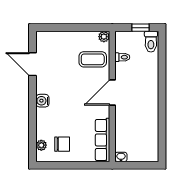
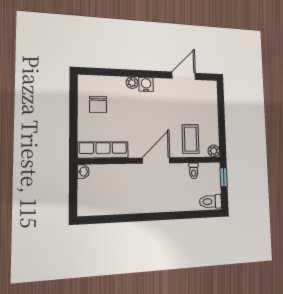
window: (141, 28) -> (224, 177), moved
door: (112, 93) -> (156, 160), hinge flipped
plant: (41, 145) -> (132, 83), moved

